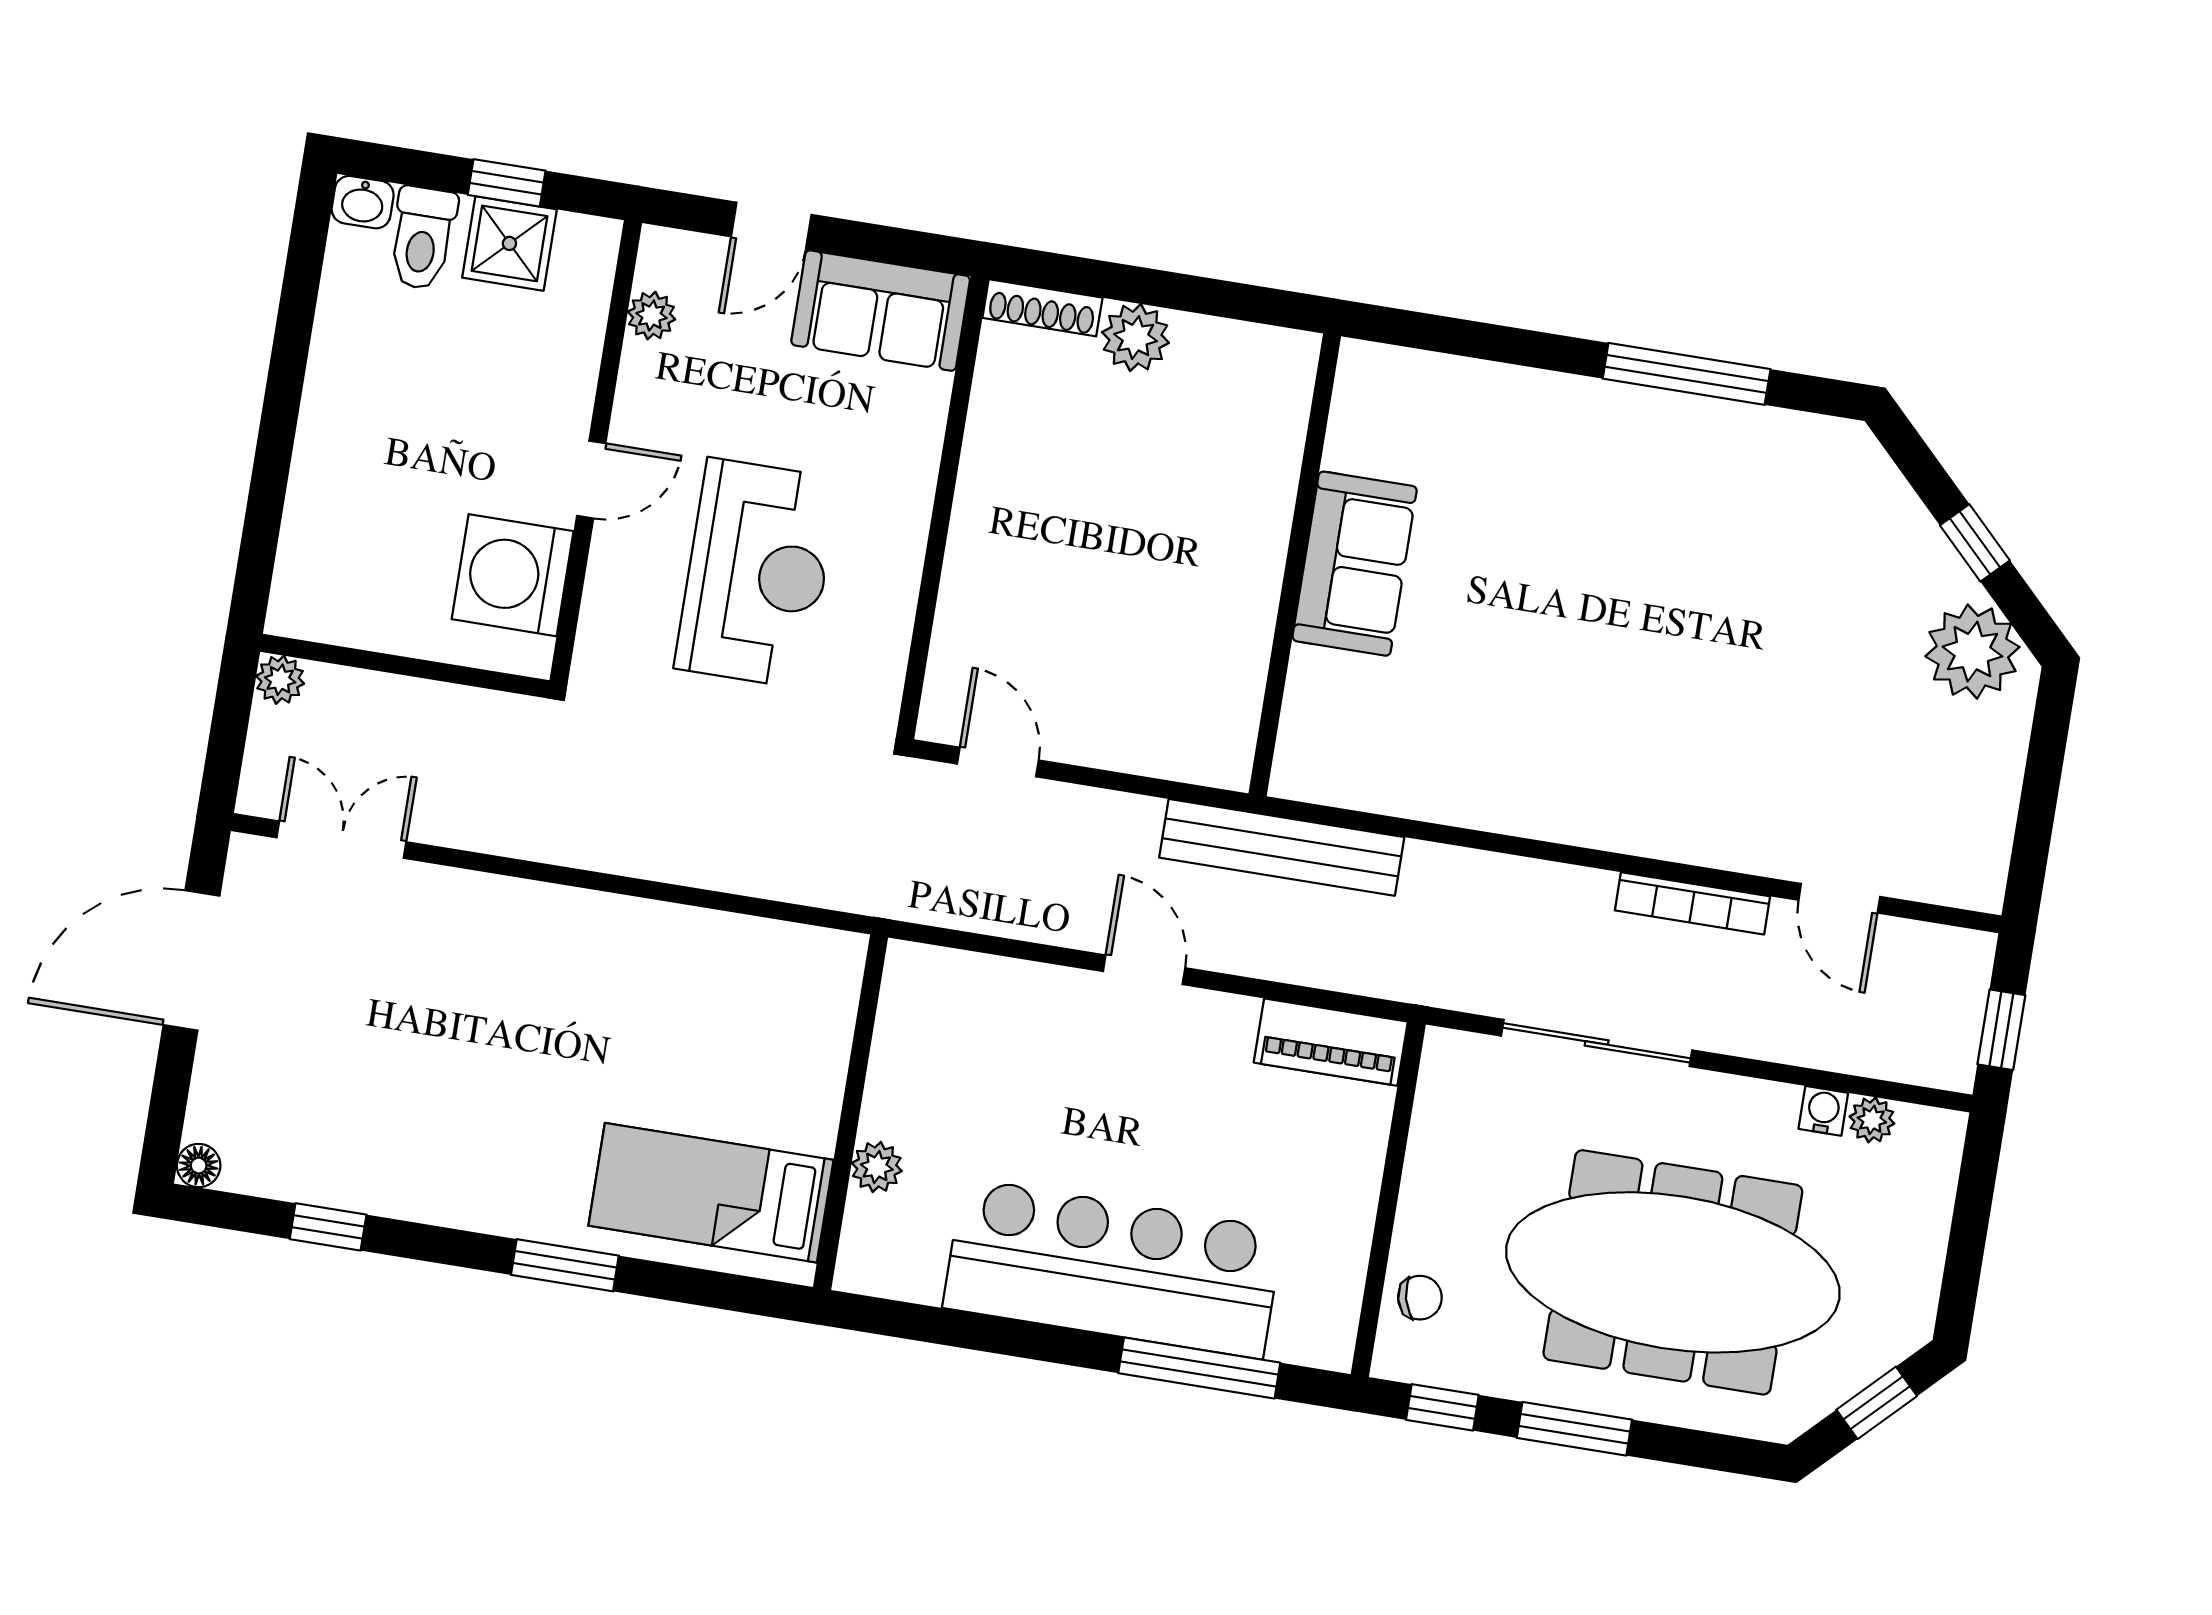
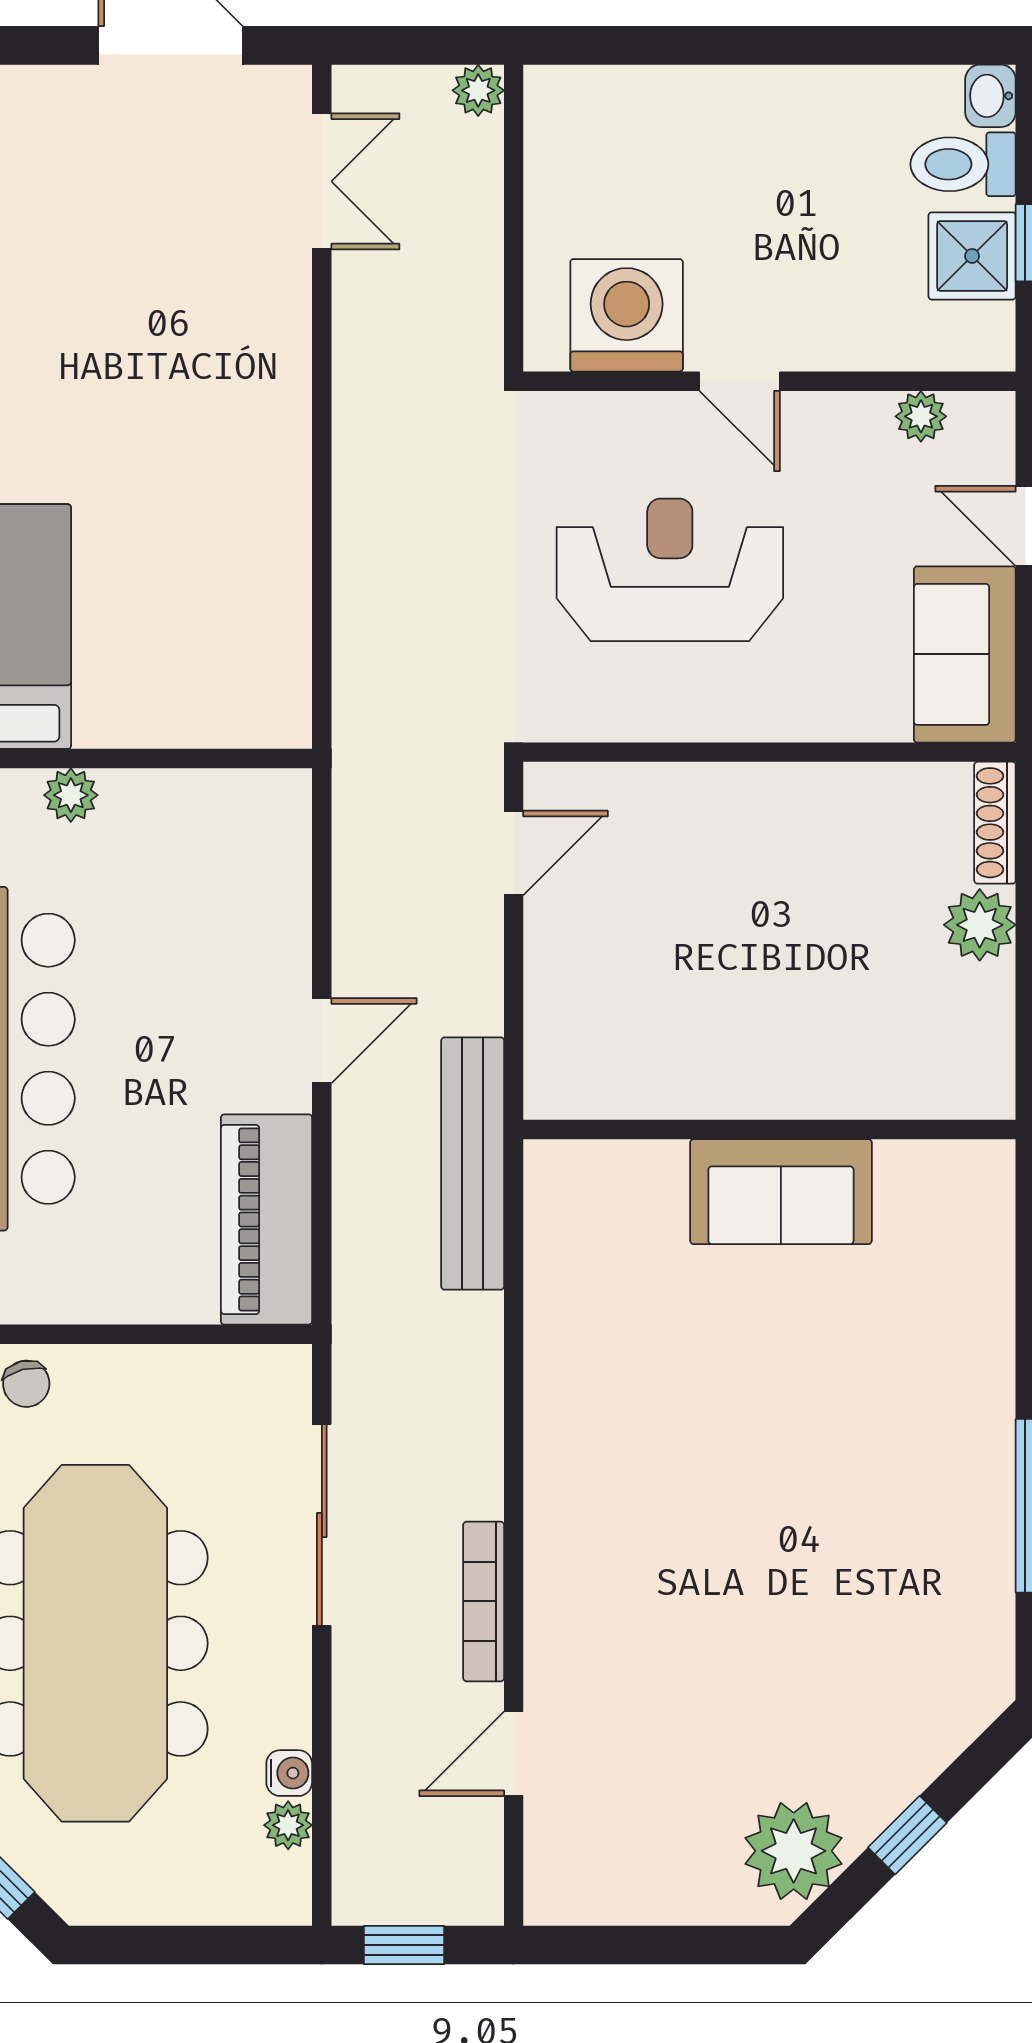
reception desk: (757, 573) -> (670, 570), turned 180
piano: (1331, 1042) -> (266, 1219), width x1.37, depth x1.33

